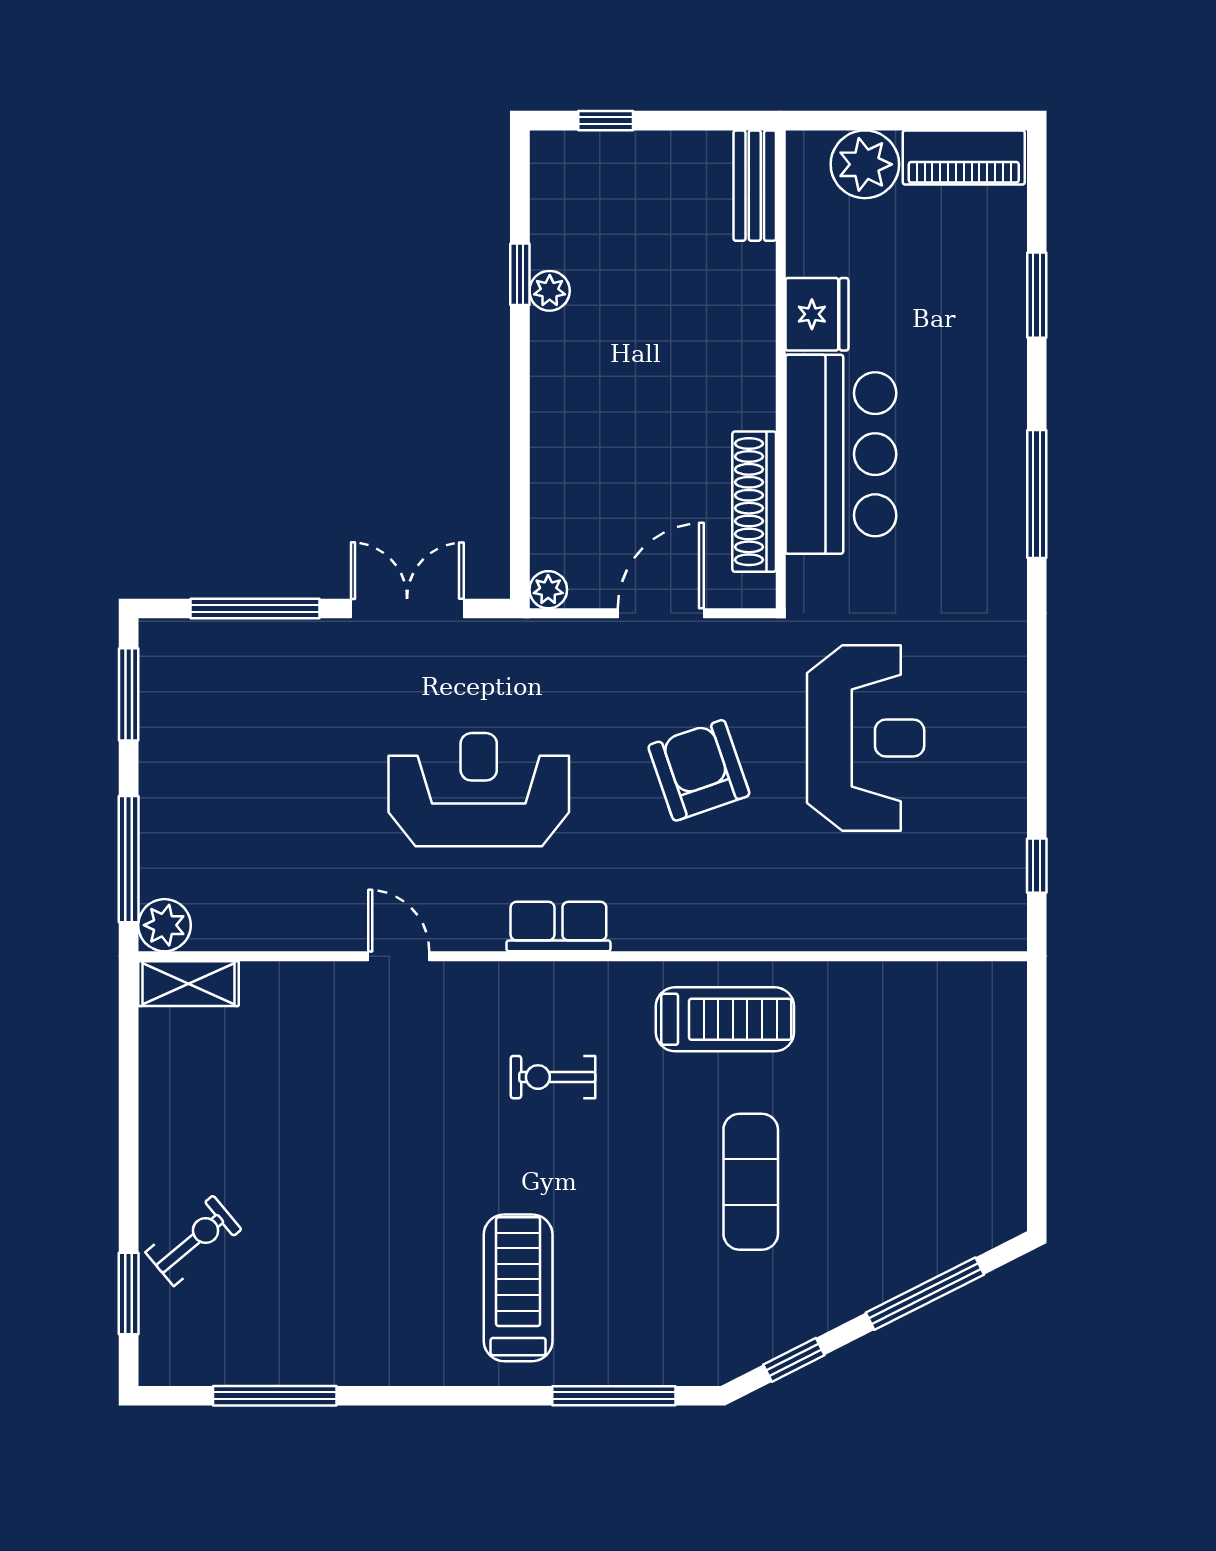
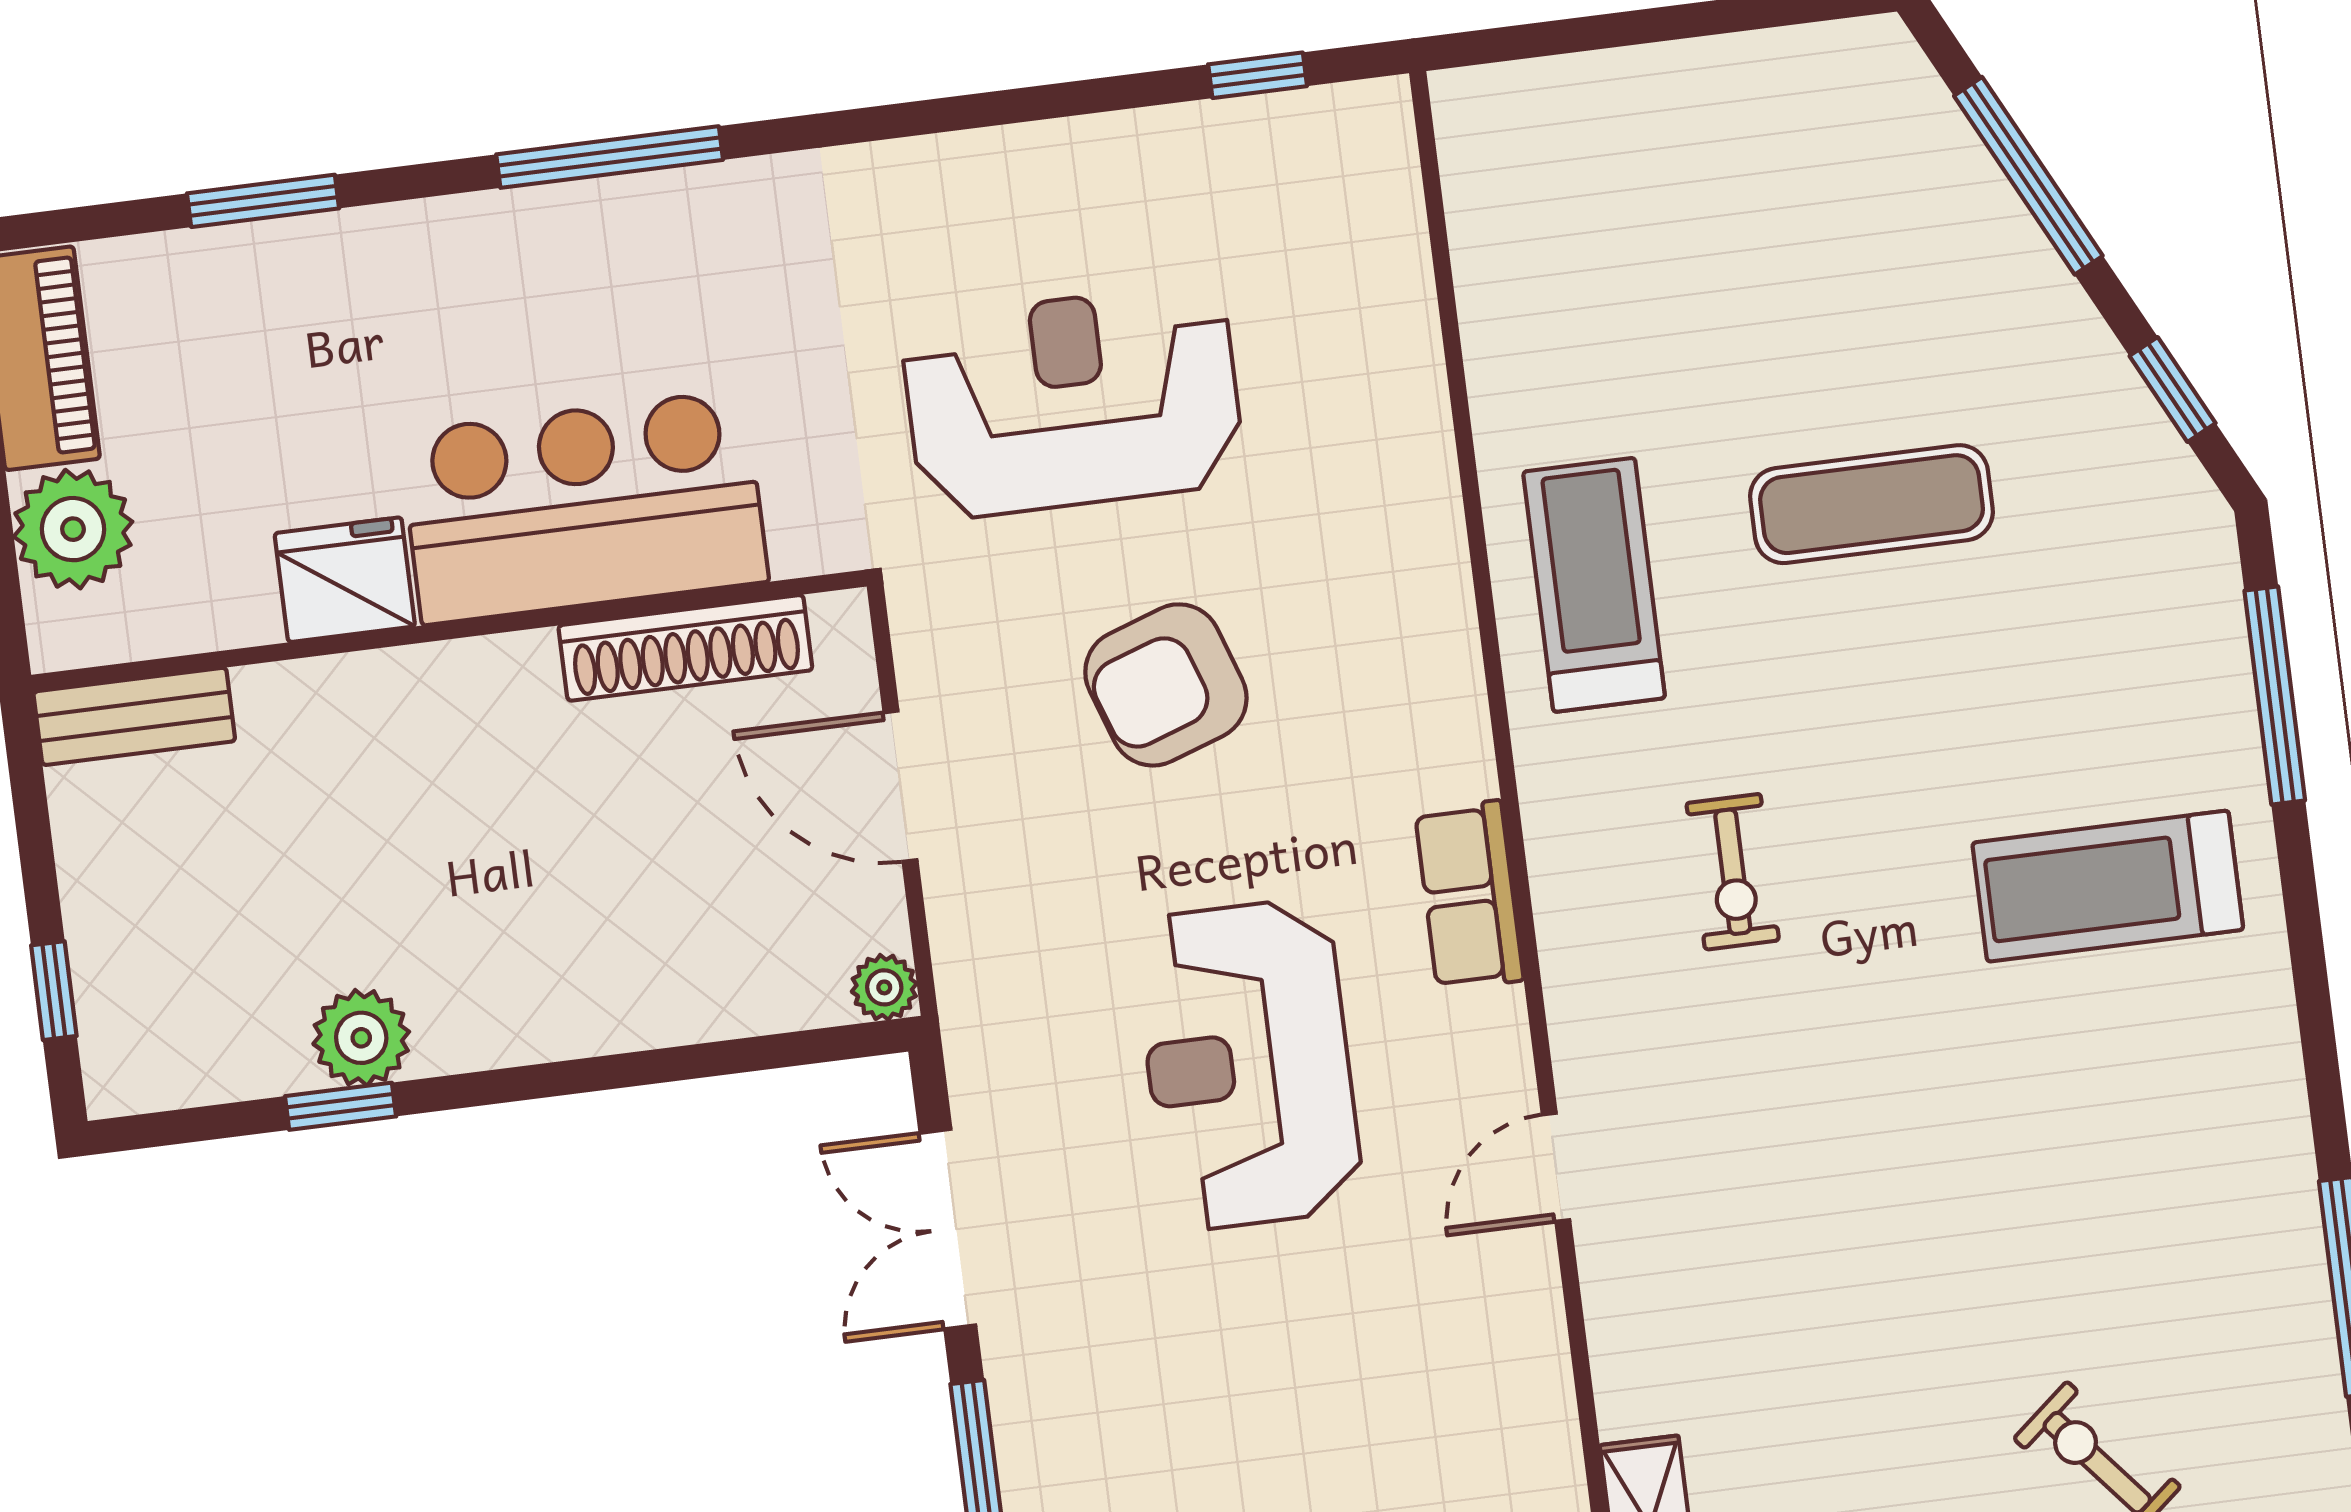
plant: (550, 291) -> (361, 1038), width x1.38, depth x1.38

